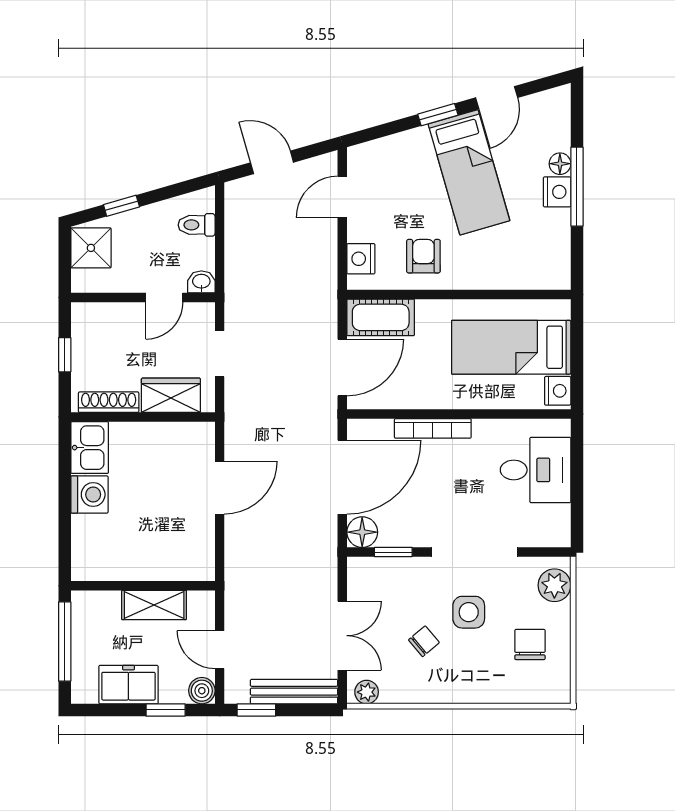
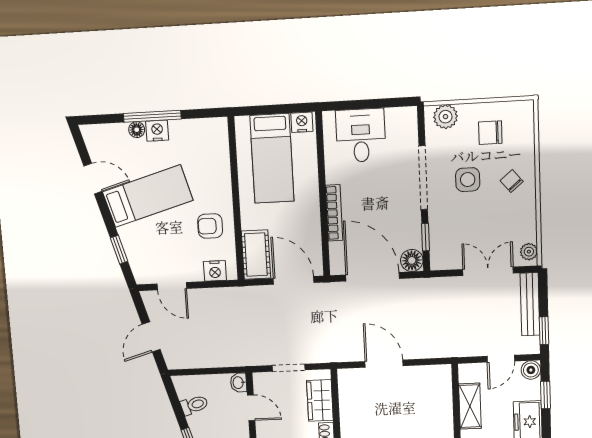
window: (438, 115) -> (119, 250), moved
toilet: (197, 225) -> (194, 405), moved, turned -106
chair: (424, 641) -> (512, 181), moved

